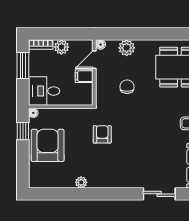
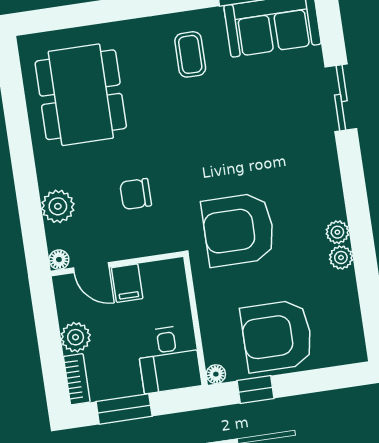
armchair: (102, 134) -> (239, 230), width x1.88, depth x1.88
plant: (94, 182) -> (337, 232), added

